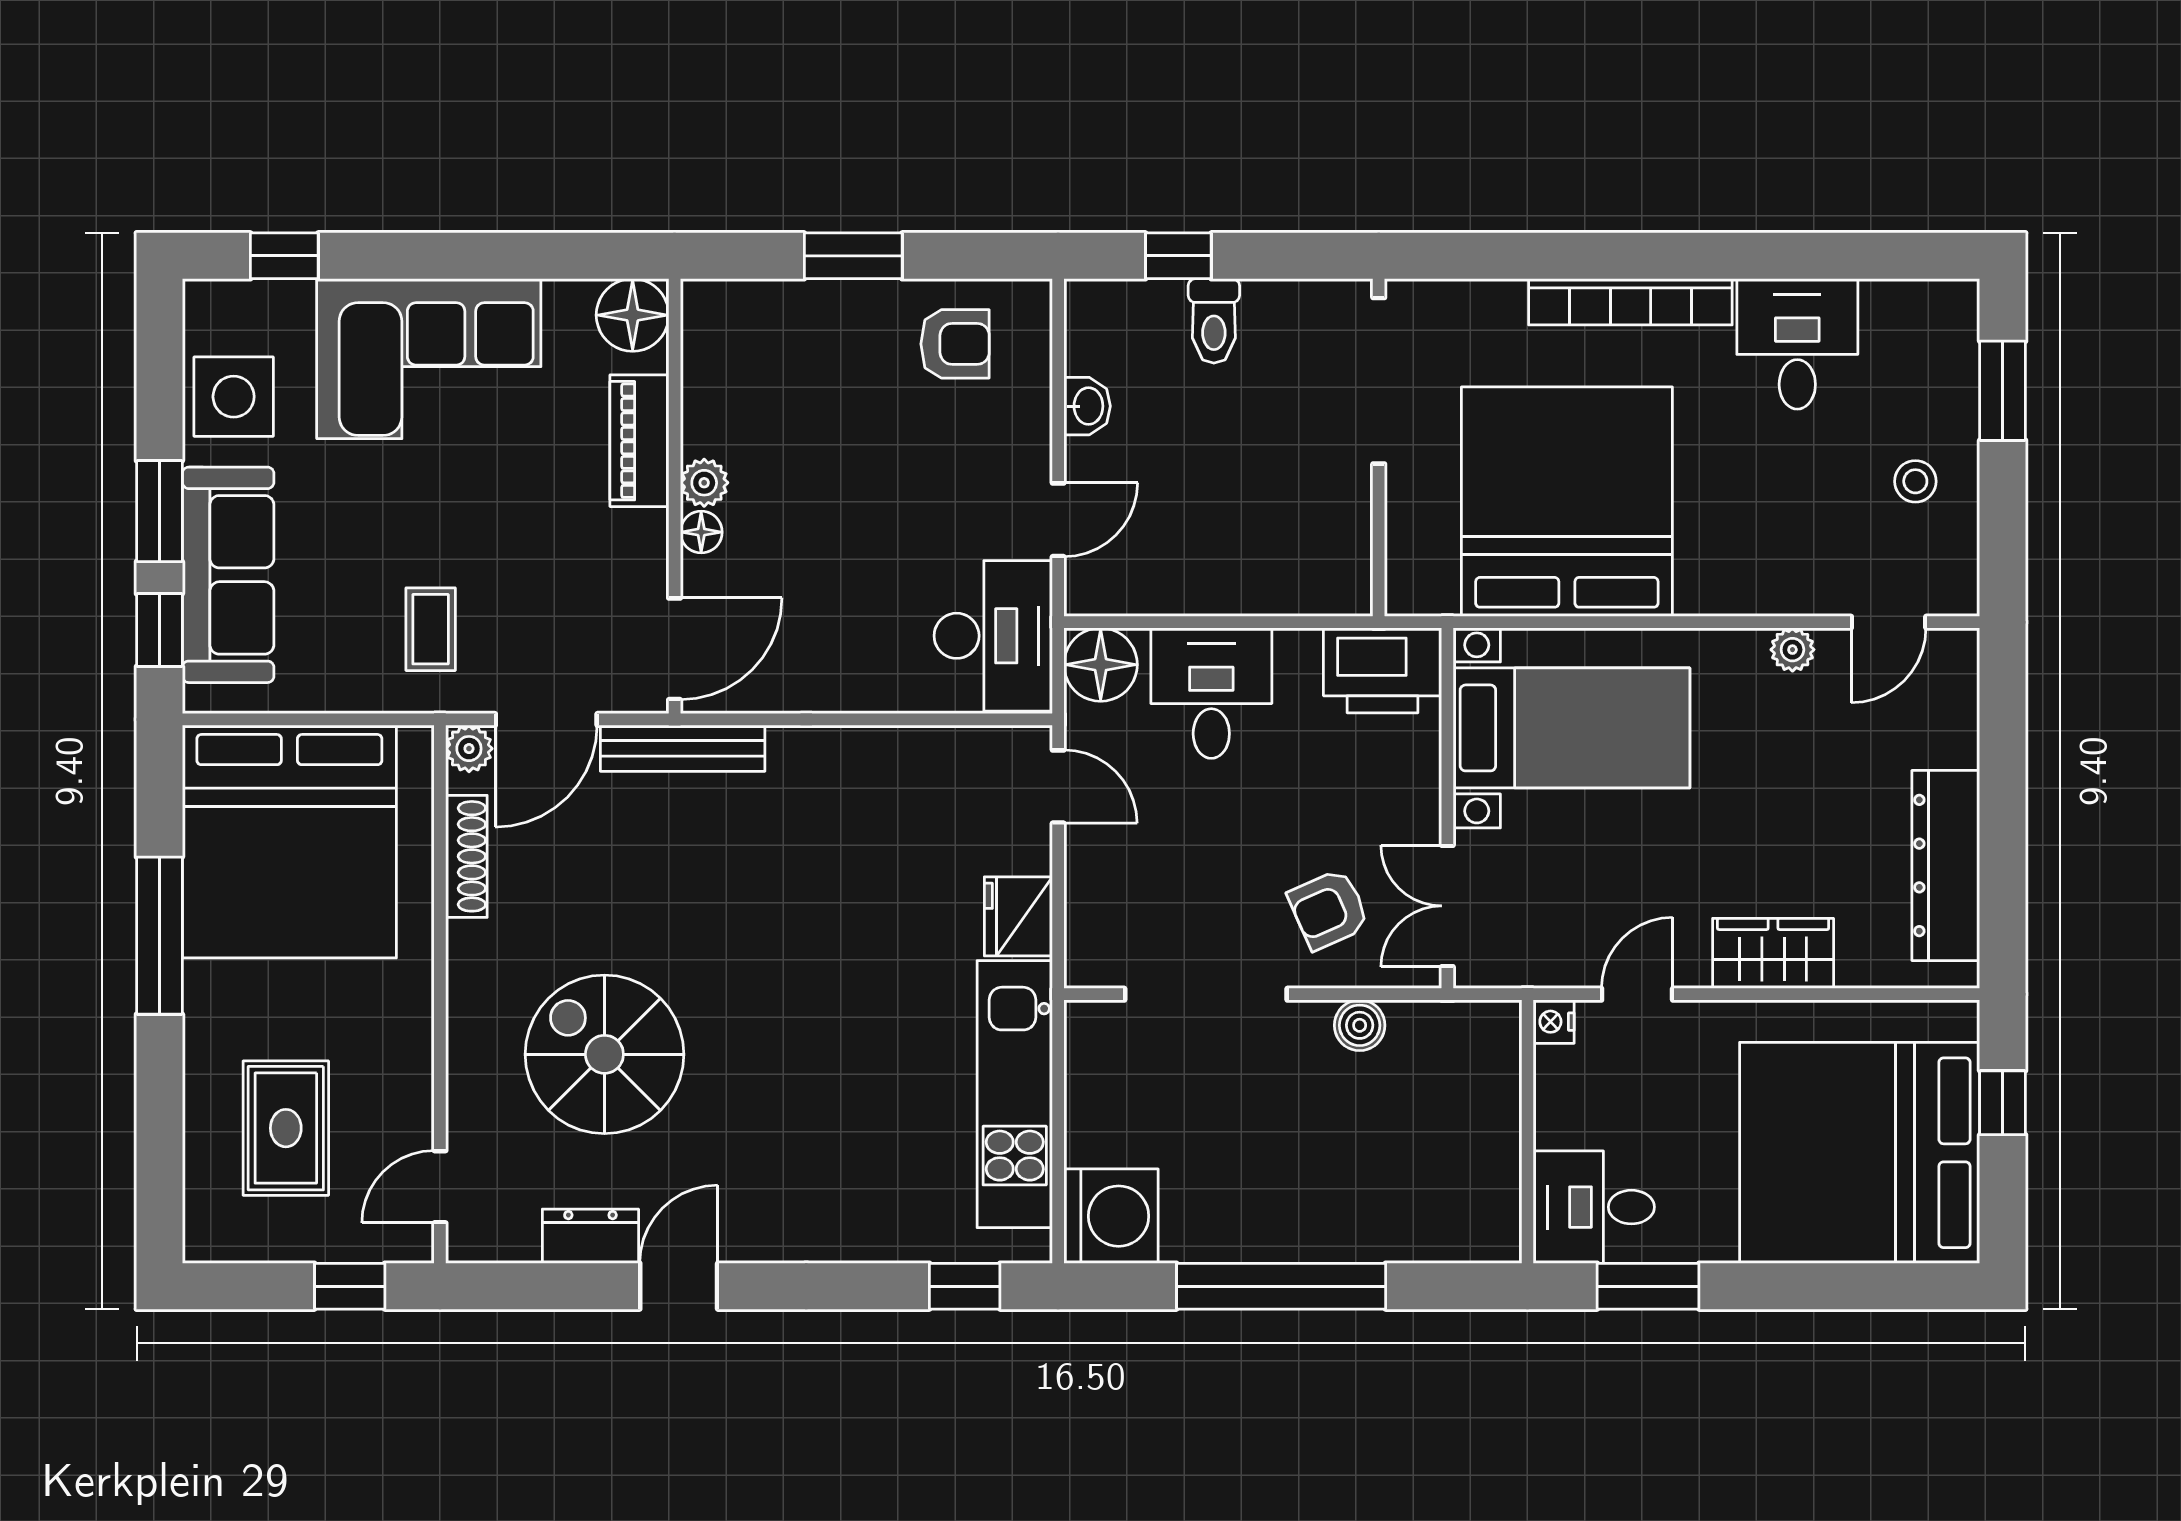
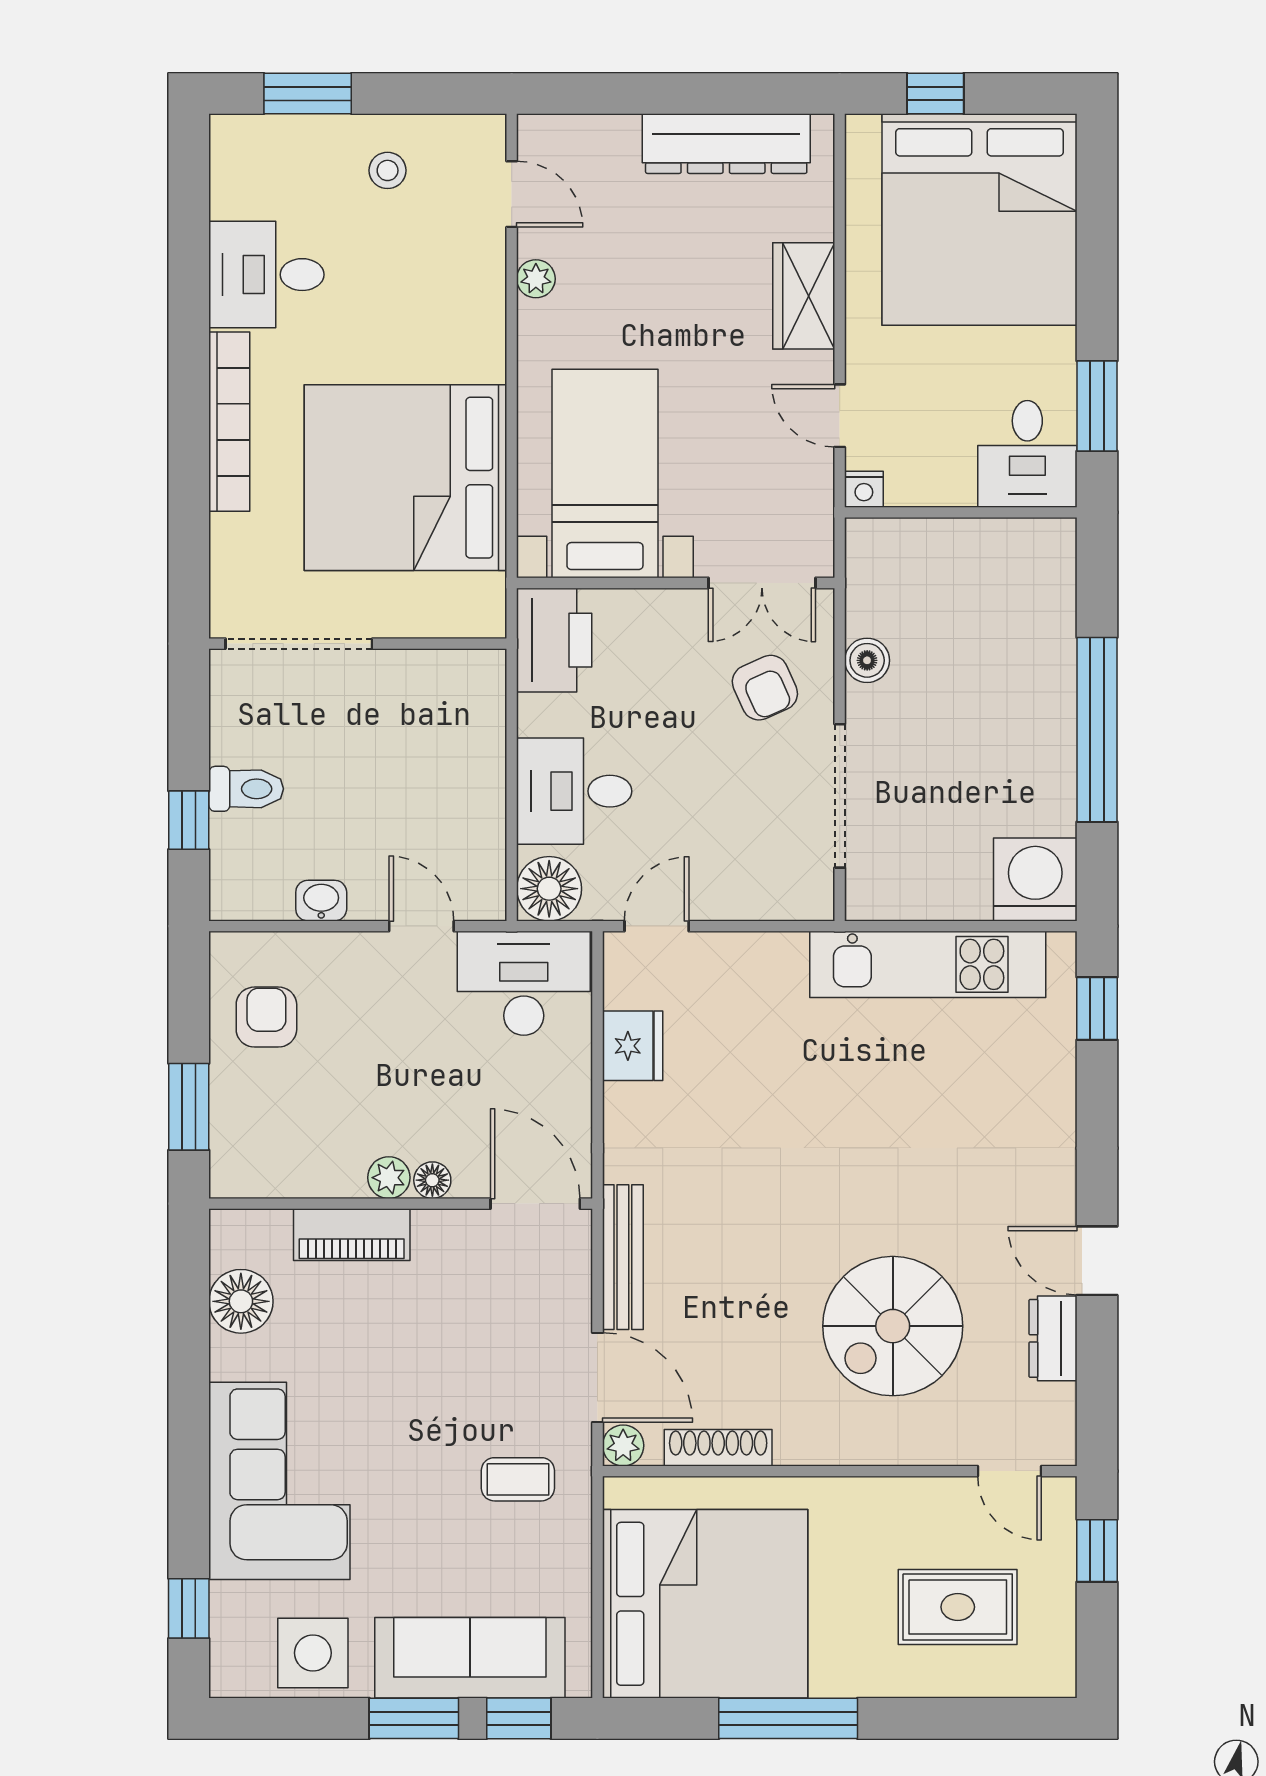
piano: (639, 441) -> (352, 1235), moved
plant: (704, 483) -> (389, 1178), moved
wall: (675, 496) -> (401, 1204), moved
floor lamp: (701, 532) -> (432, 1180), moved
door: (675, 649) -> (535, 1204), moved
fridge: (1018, 916) -> (633, 1046), moved, turned -90

